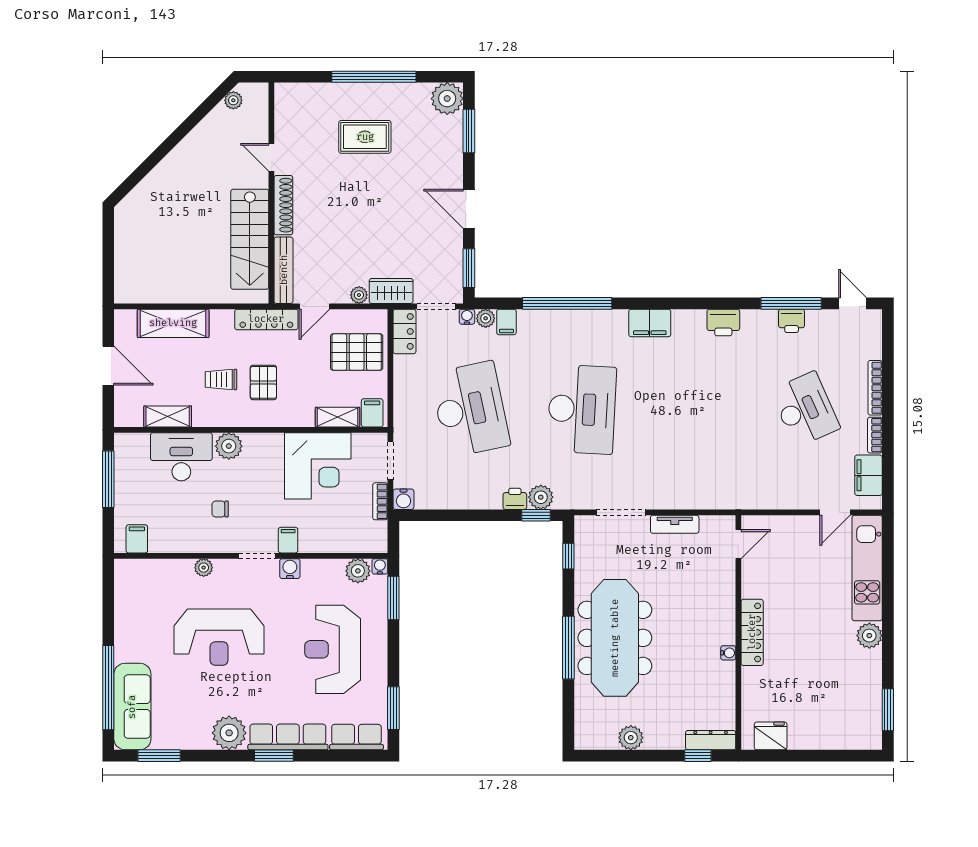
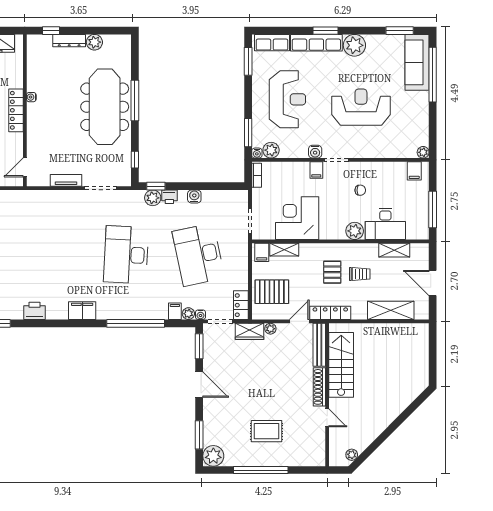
water cooler: (403, 499) -> (194, 196), moved
bookcase: (380, 501) -> (257, 175), moved
plant: (204, 568) -> (423, 152), moved
dresser: (711, 740) -> (69, 41), moved

